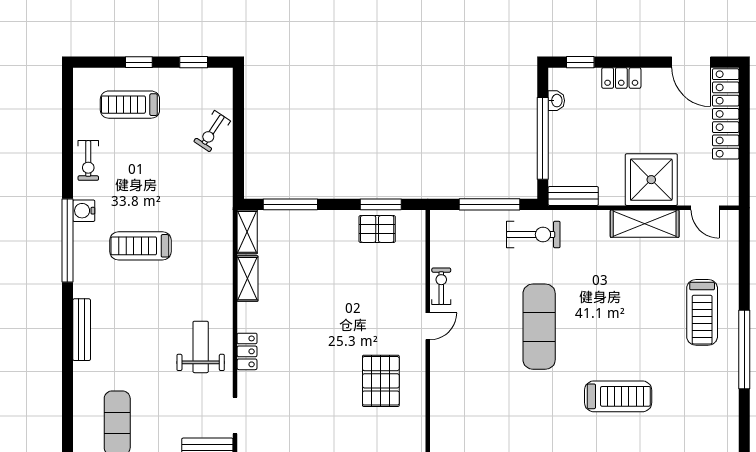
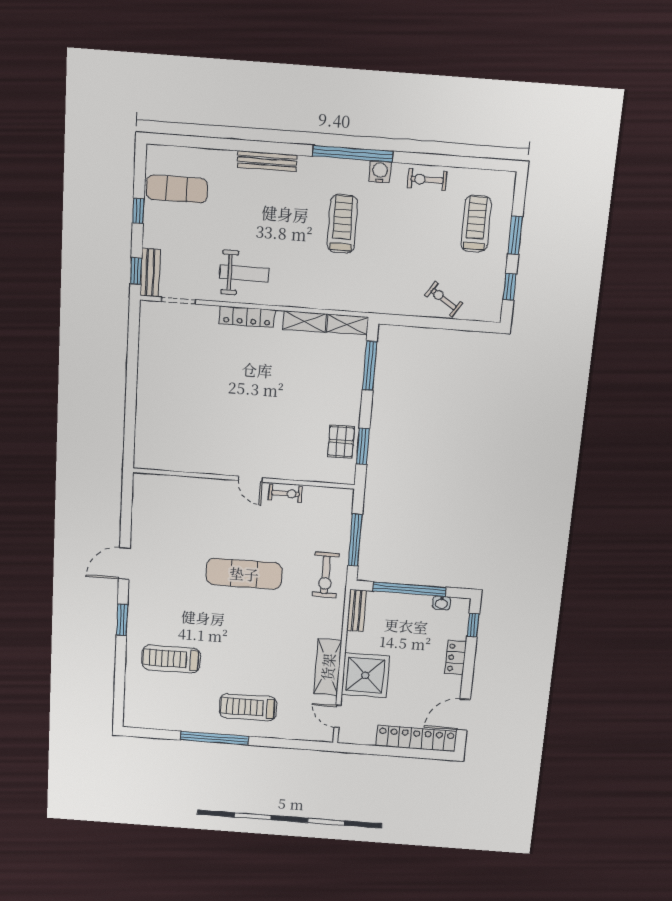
window: (139, 62) -> (515, 235), width x1.50
door: (705, 208) -> (337, 716), hinge flipped
locker: (247, 351) -> (247, 317), width x1.53
pallet: (381, 381) -> (204, 434), removed
treadmill: (618, 396) -> (171, 659), moved, turned 90

